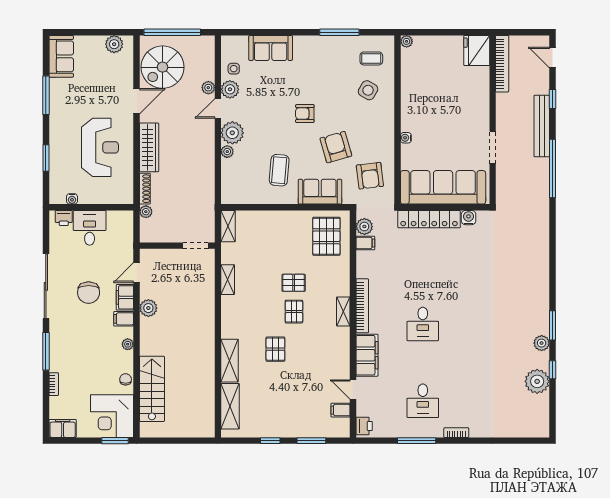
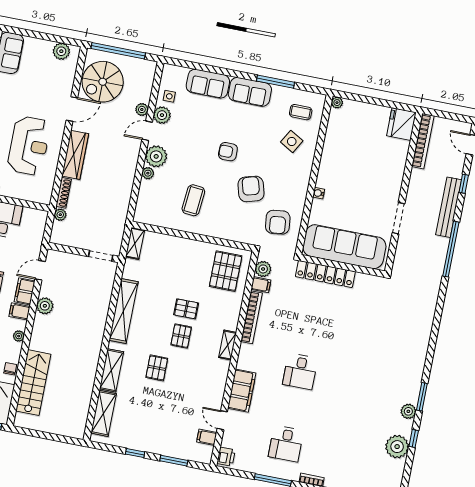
sofa: (320, 192) -> (250, 92), moved, turned 180
water cooler: (469, 218) -> (363, 280), removed
shelving: (228, 280) -> (124, 311), width x2.20, depth x1.33
bookcase: (362, 306) -> (252, 317), moved

